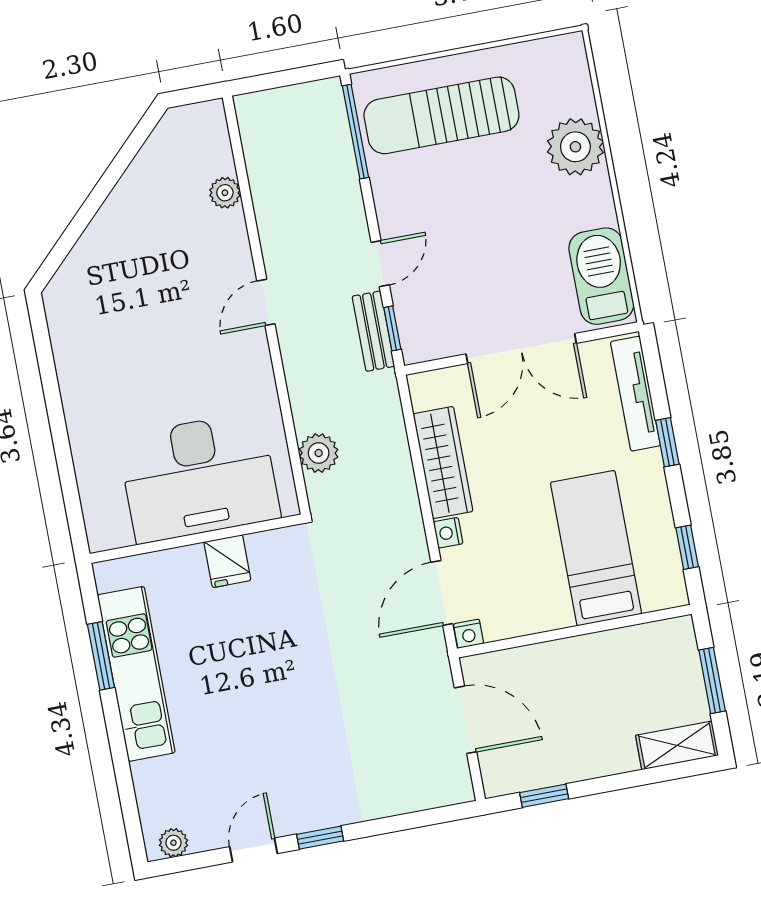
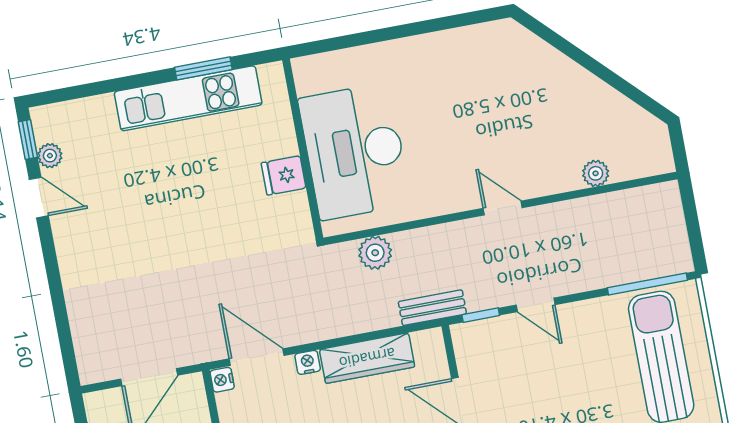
bench: (373, 331) -> (432, 308), moved
window: (320, 838) -> (28, 139), moved
plant: (173, 843) -> (50, 156), moved

